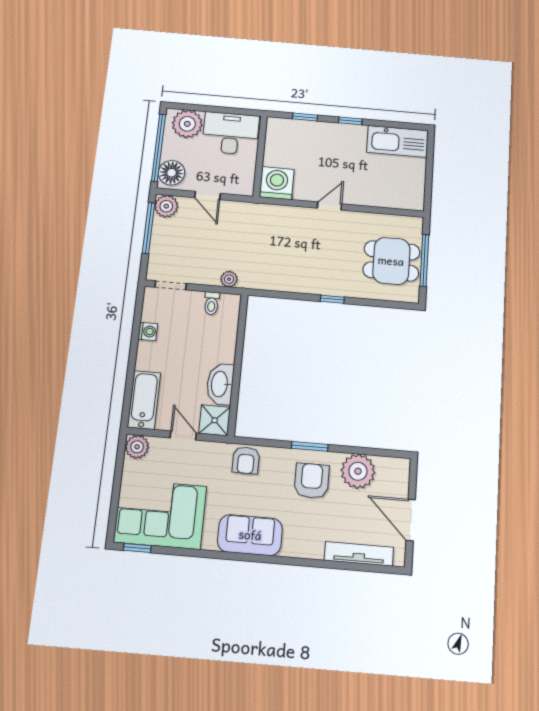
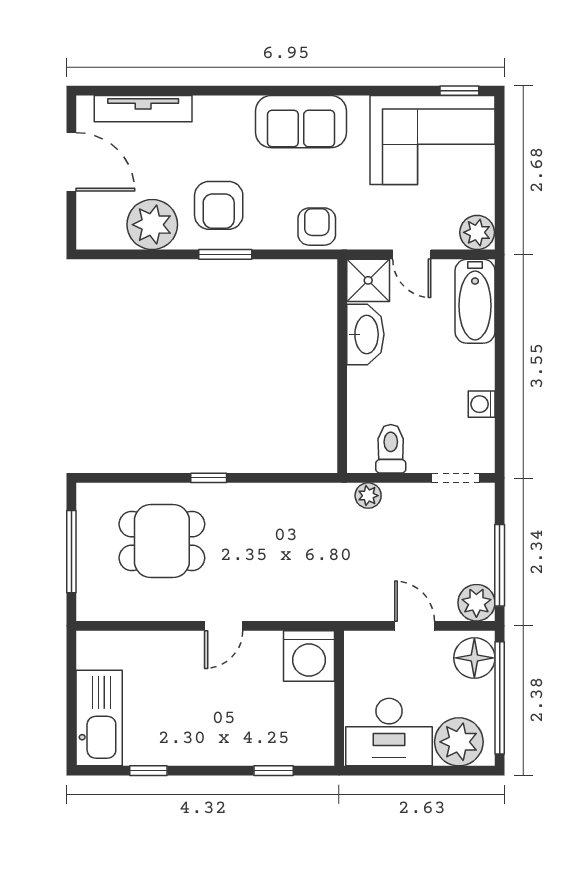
window: (350, 121) -> (148, 771), moved
kitchen sink: (398, 141) -> (99, 718), moved, turned 90
dining table: (391, 261) -> (162, 541), moved
toilet: (212, 303) -> (391, 449), width x1.37, depth x1.39

